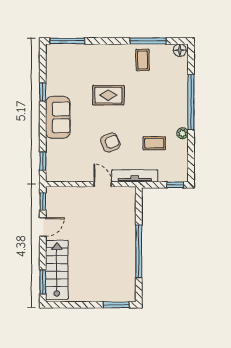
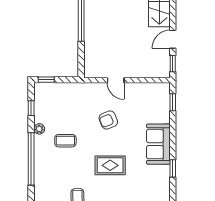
coffee table: (154, 143) -> (65, 141), moved
window: (191, 155) -> (31, 108), added
tv unit: (135, 176) -> (85, 88), removed

